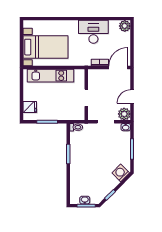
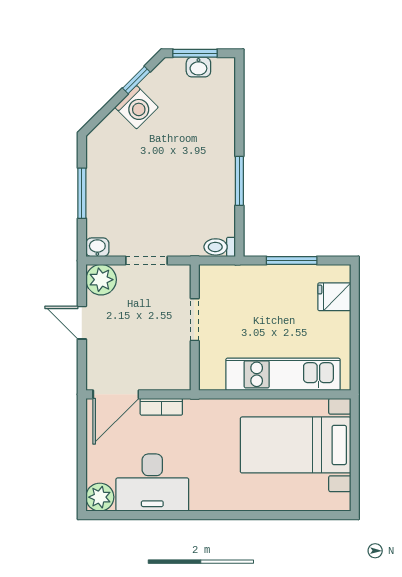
desk: (93, 32) -> (152, 483), moved
door: (132, 97) -> (82, 323), swing flipped
washing machine: (121, 173) -> (137, 107), moved

